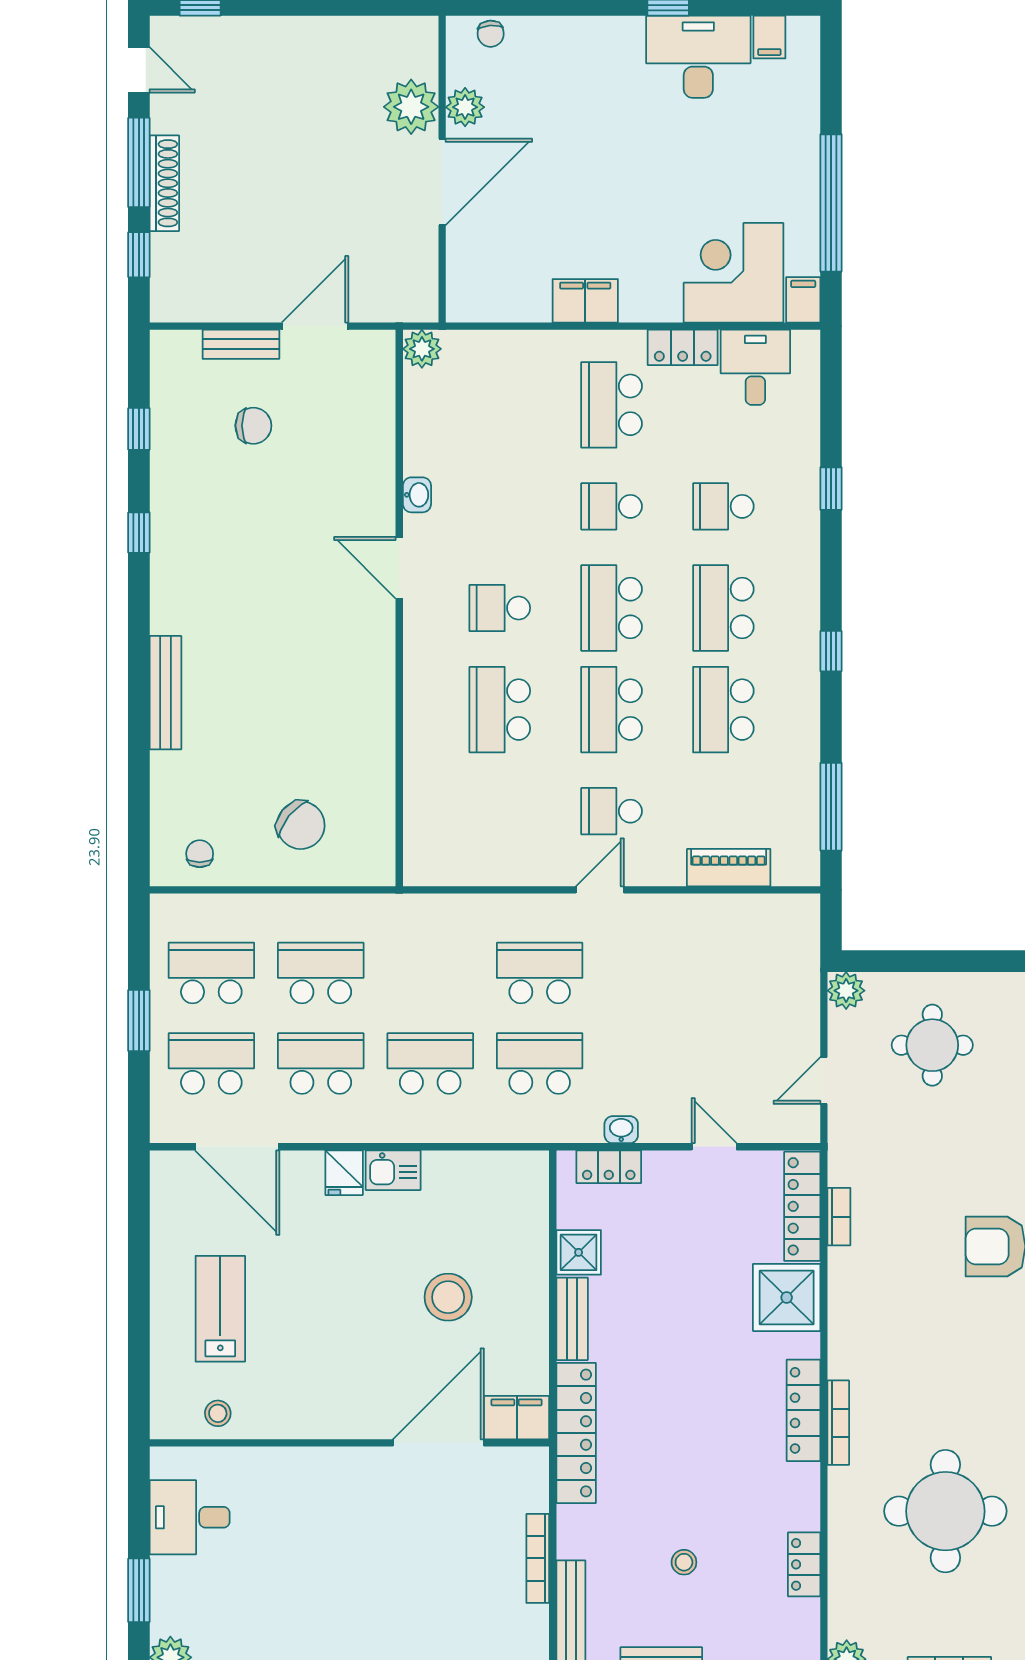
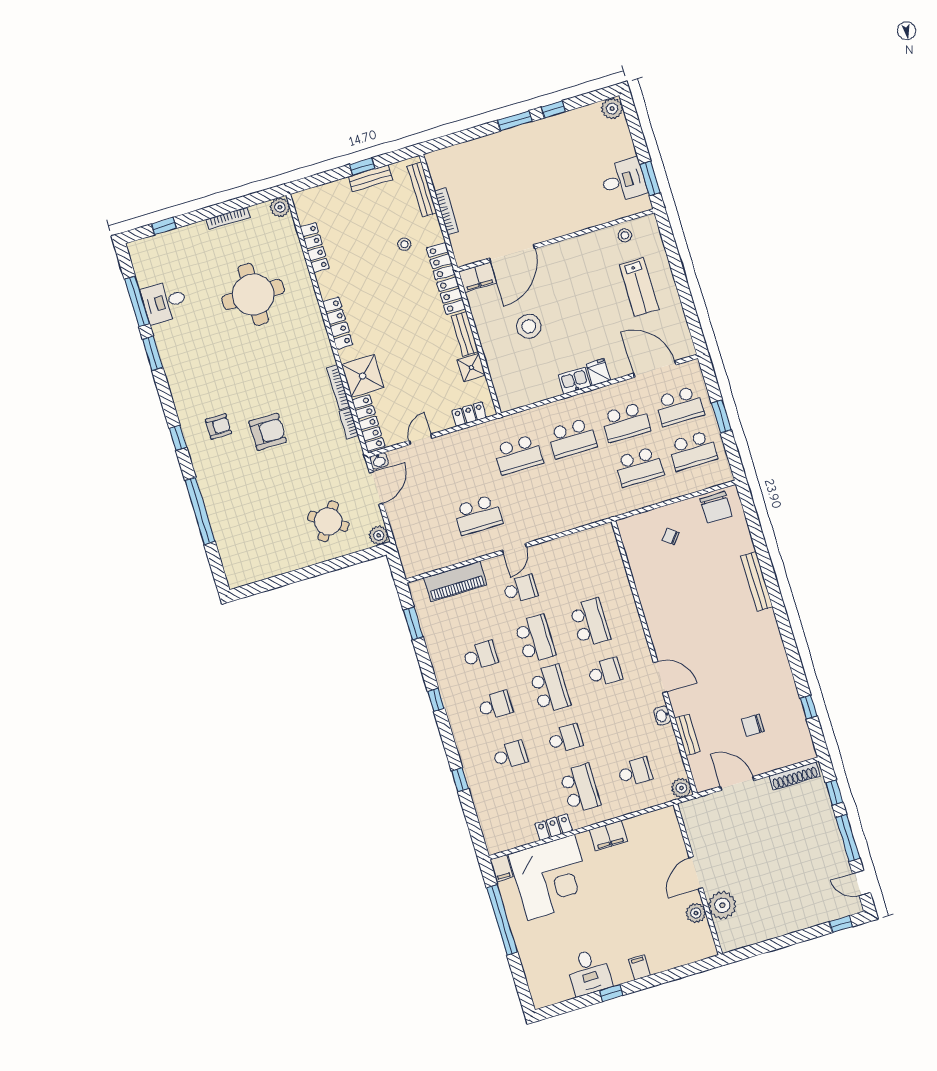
chair: (491, 34) -> (694, 953), removed
filing cabinet: (769, 37) -> (640, 967), moved
desk: (698, 57) -> (589, 972), width x0.73
door: (442, 182) -> (696, 873), width x0.73
shoe rack: (164, 183) -> (794, 776), moved, turned -90
corner desk: (733, 273) -> (551, 877), width x1.36, depth x1.36
door: (315, 326) -> (737, 783), swing flipped
bench: (241, 344) -> (687, 735), moved, turned 90
desk: (755, 367) -> (515, 828), removed
school desk: (500, 405) -> (635, 772), added
window: (139, 533) -> (793, 656), removed
school desk: (723, 608) -> (495, 705), width x0.54
school desk: (723, 710) -> (480, 655), width x0.54
window: (831, 807) -> (413, 624), width x0.69
chair: (301, 825) -> (671, 536), width x0.54, depth x0.54
chair: (200, 854) -> (716, 507), width x1.87, depth x1.87
piano: (729, 868) -> (455, 582), width x1.37, depth x1.33
school desk: (540, 973) -> (478, 515), moved
round table: (932, 1045) -> (328, 521), turned 34
door: (824, 1081) -> (376, 488), width x1.37
washbasin: (621, 1130) -> (379, 461), moved
door: (714, 1147) -> (420, 439), swing flipped
bookcase: (838, 1423) -> (338, 387), moved
stool: (684, 1562) -> (404, 244), moved
locker: (804, 1564) -> (315, 248), width x1.53
window: (139, 1590) -> (650, 178), moved

